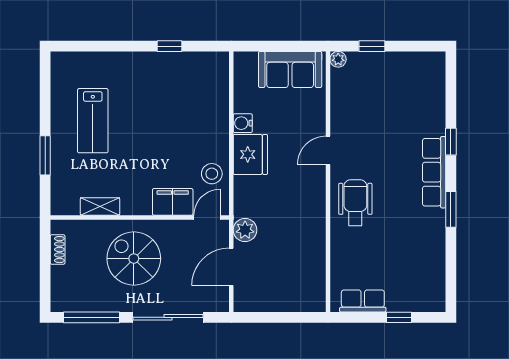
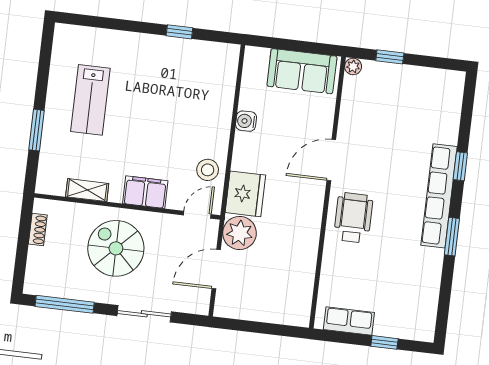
door: (328, 150) -> (331, 160), width x1.38
fridge: (250, 154) -> (245, 194), moved
row of seats: (434, 172) -> (439, 196), width x1.36
filing cabinet: (173, 202) -> (145, 192), moved
plant: (245, 230) -> (240, 233), width x1.36, depth x1.36
sliding door: (168, 317) -> (144, 314), width x0.73

